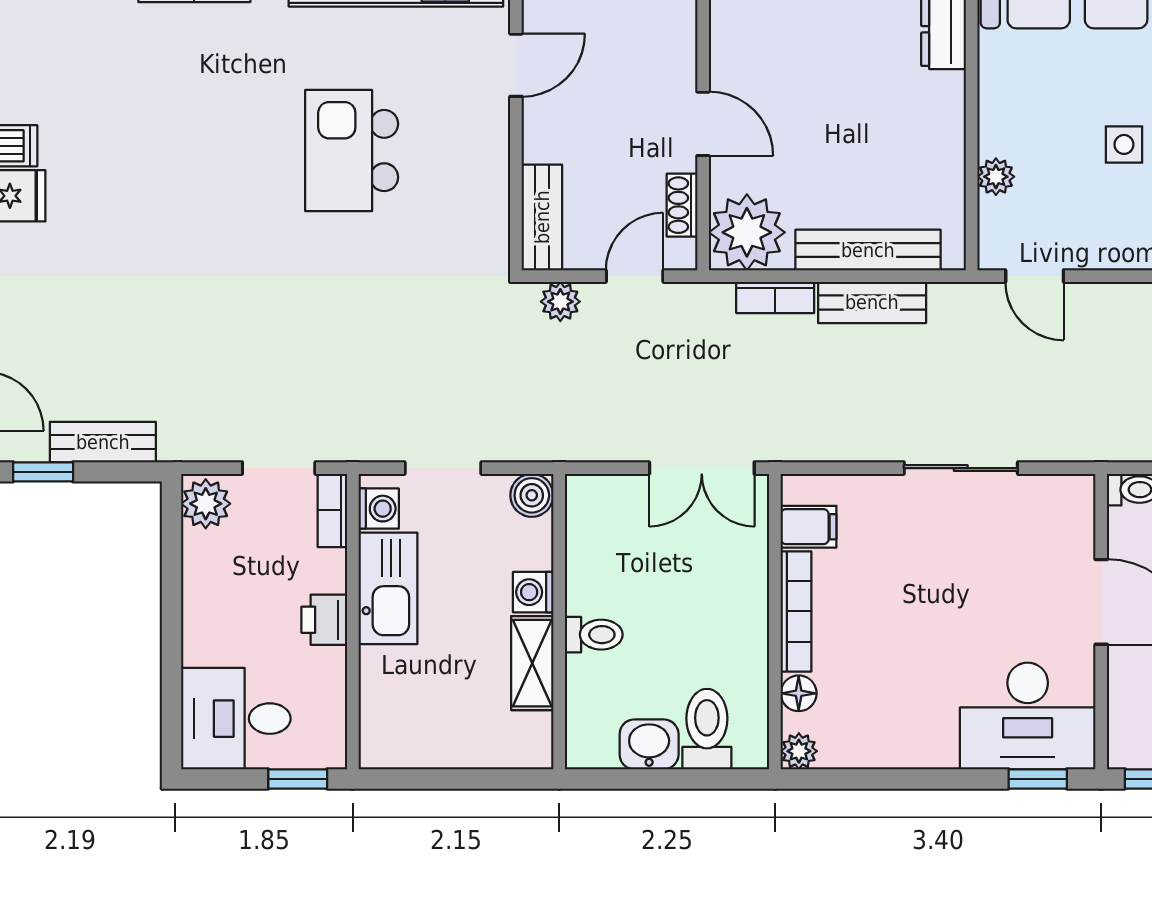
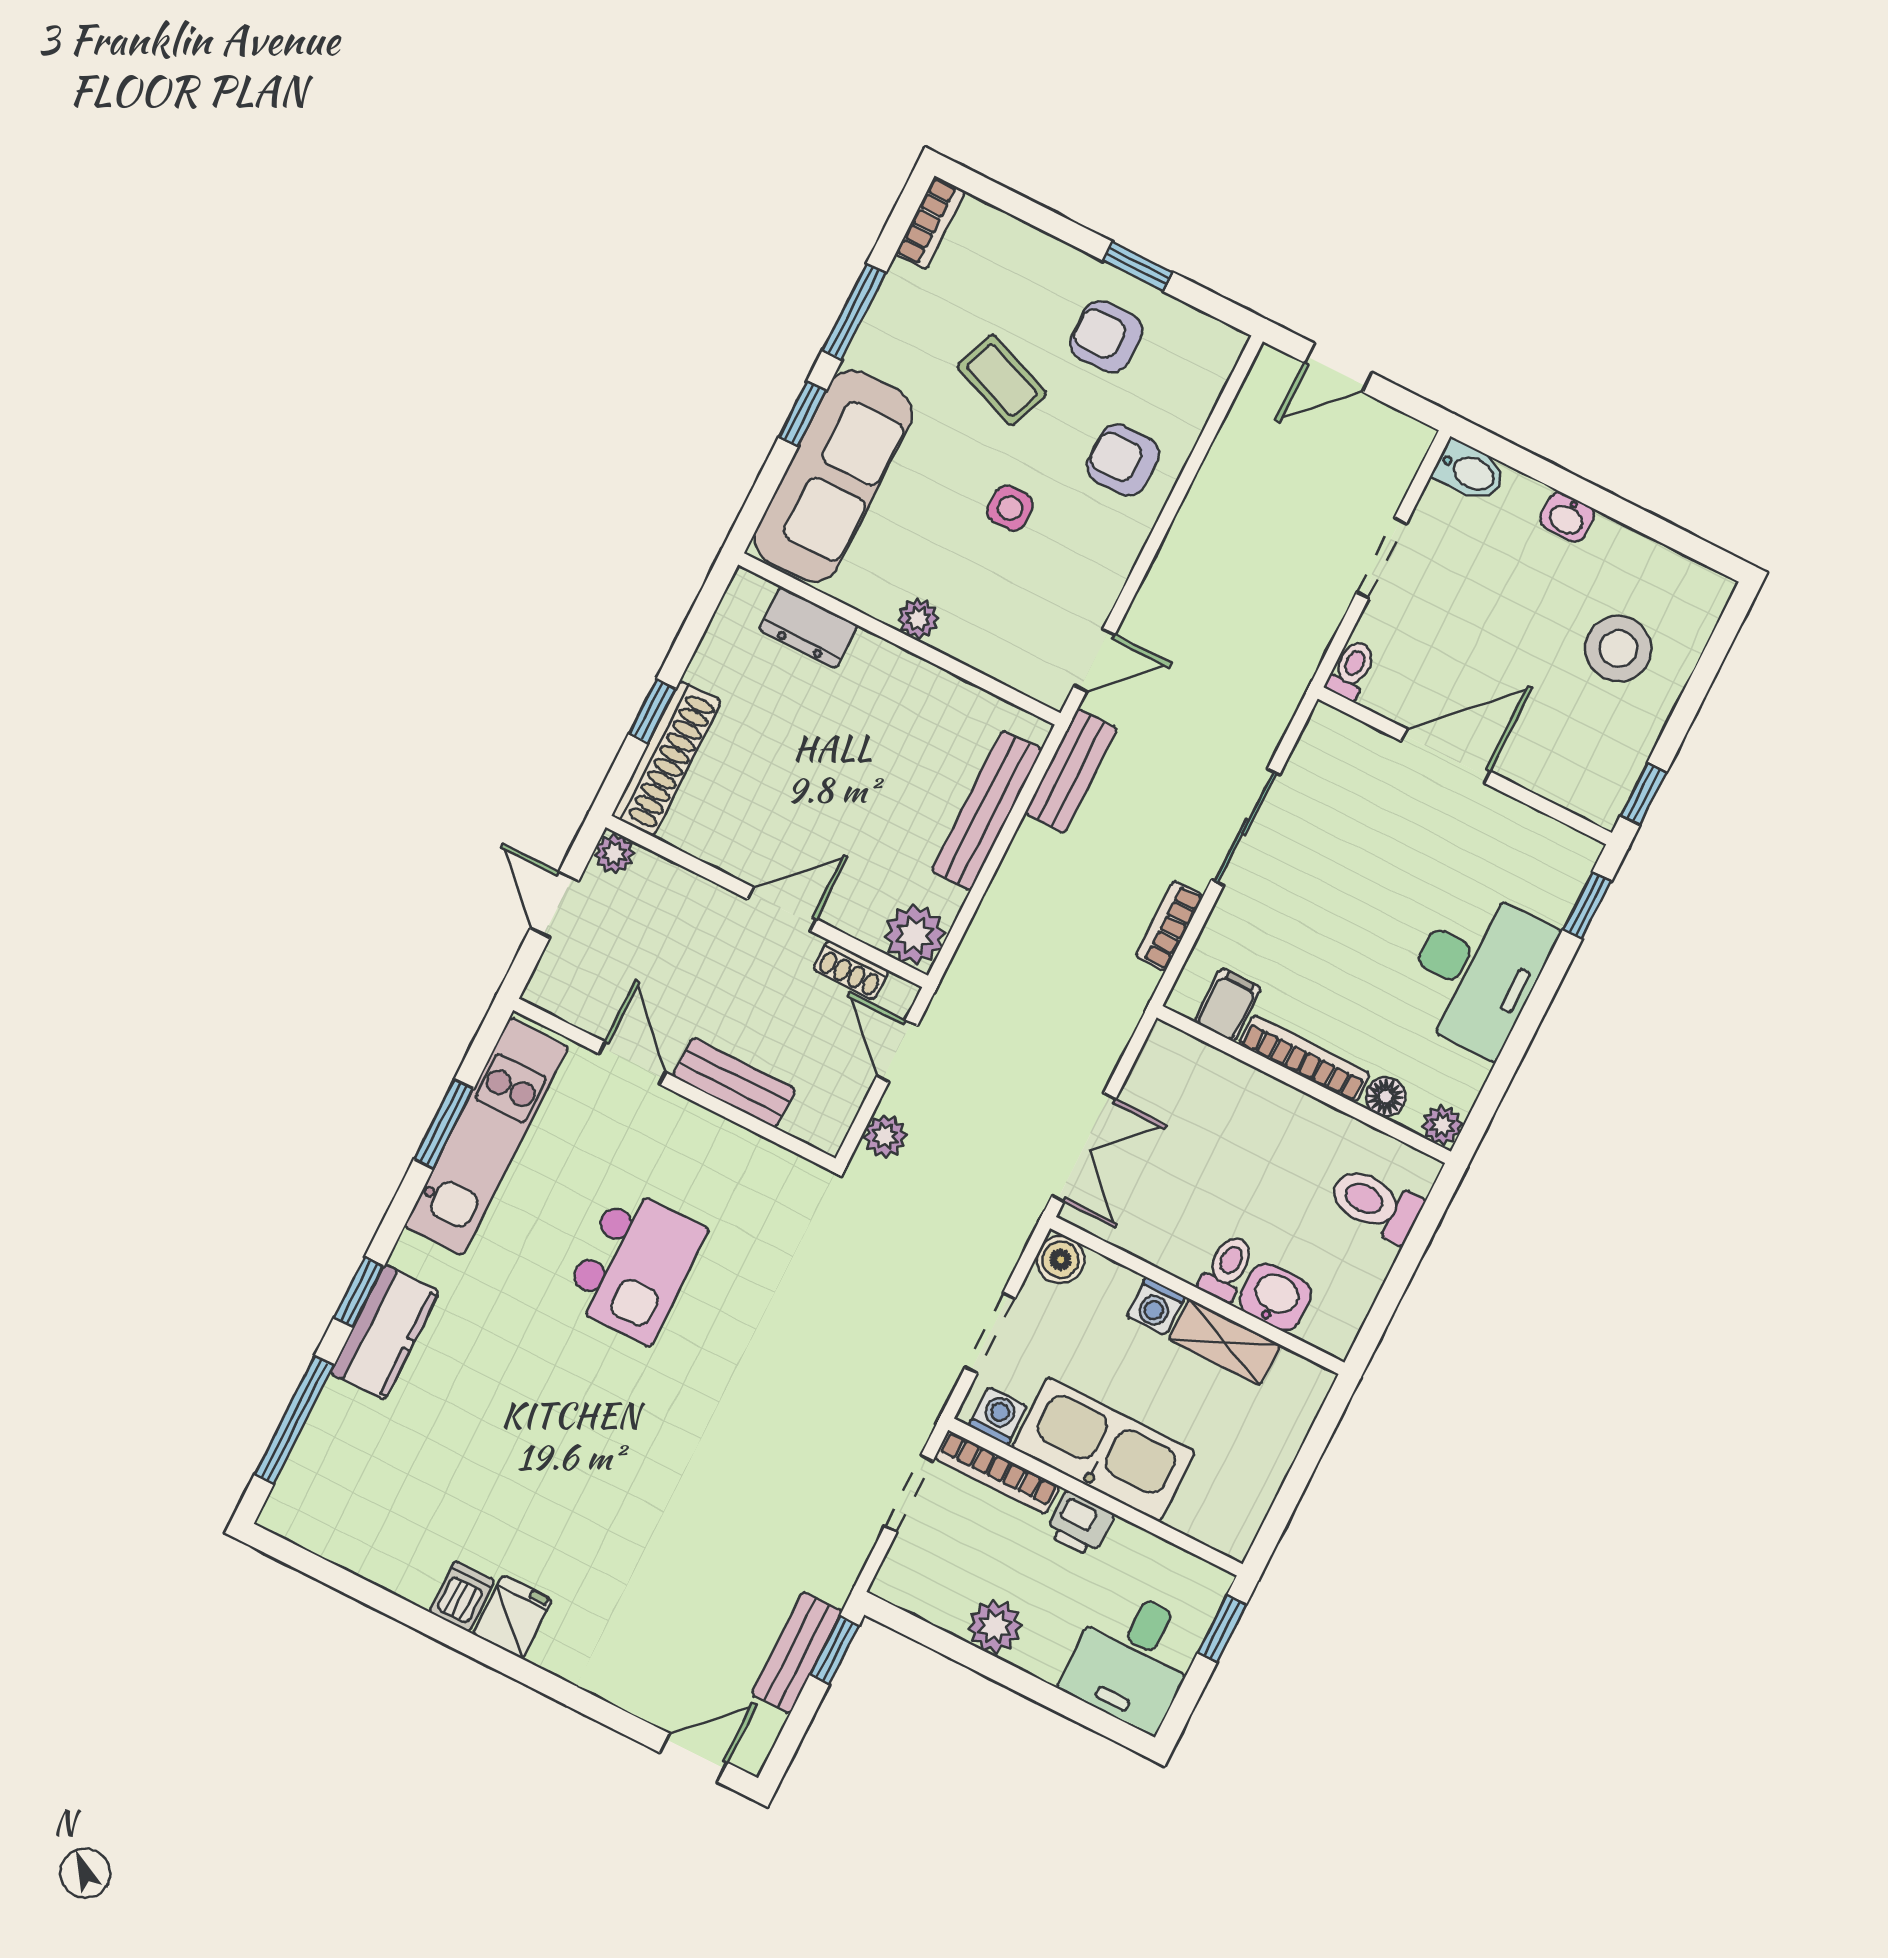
kitchen island: (352, 151) -> (635, 1266), turned -90
plant: (996, 177) -> (918, 619), moved
bench: (542, 217) -> (734, 1083), moved
plant: (747, 232) -> (915, 935), width x0.73, depth x0.73
bookcase: (775, 297) -> (1169, 926), moved, turned 180
bench: (872, 302) -> (1071, 771), moved
double door: (702, 468) -> (1084, 1148), moved
window: (43, 472) -> (834, 1650), moved
plant: (206, 504) -> (995, 1627), moved
bookcase: (332, 510) -> (997, 1472), width x1.56
kitchen sink: (388, 588) -> (1104, 1449), width x1.36, depth x1.24
desk: (1028, 716) -> (1477, 971), moved
washbasin: (649, 744) -> (1275, 1297), moved, turned 90

